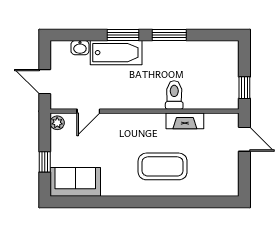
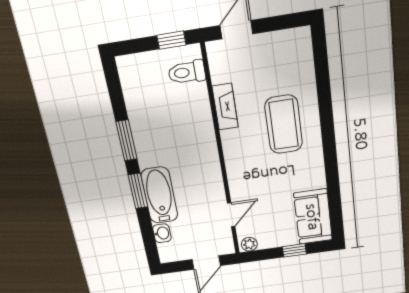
toilet: (174, 95) -> (187, 72), moved
door: (88, 111) -> (231, 215), hinge flipped

